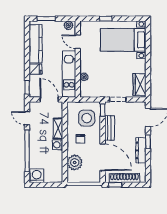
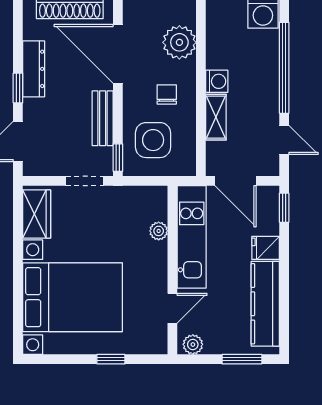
bed with nightstands: (123, 40) -> (73, 297), width x1.36
door: (78, 42) -> (172, 308), hinge flipped

